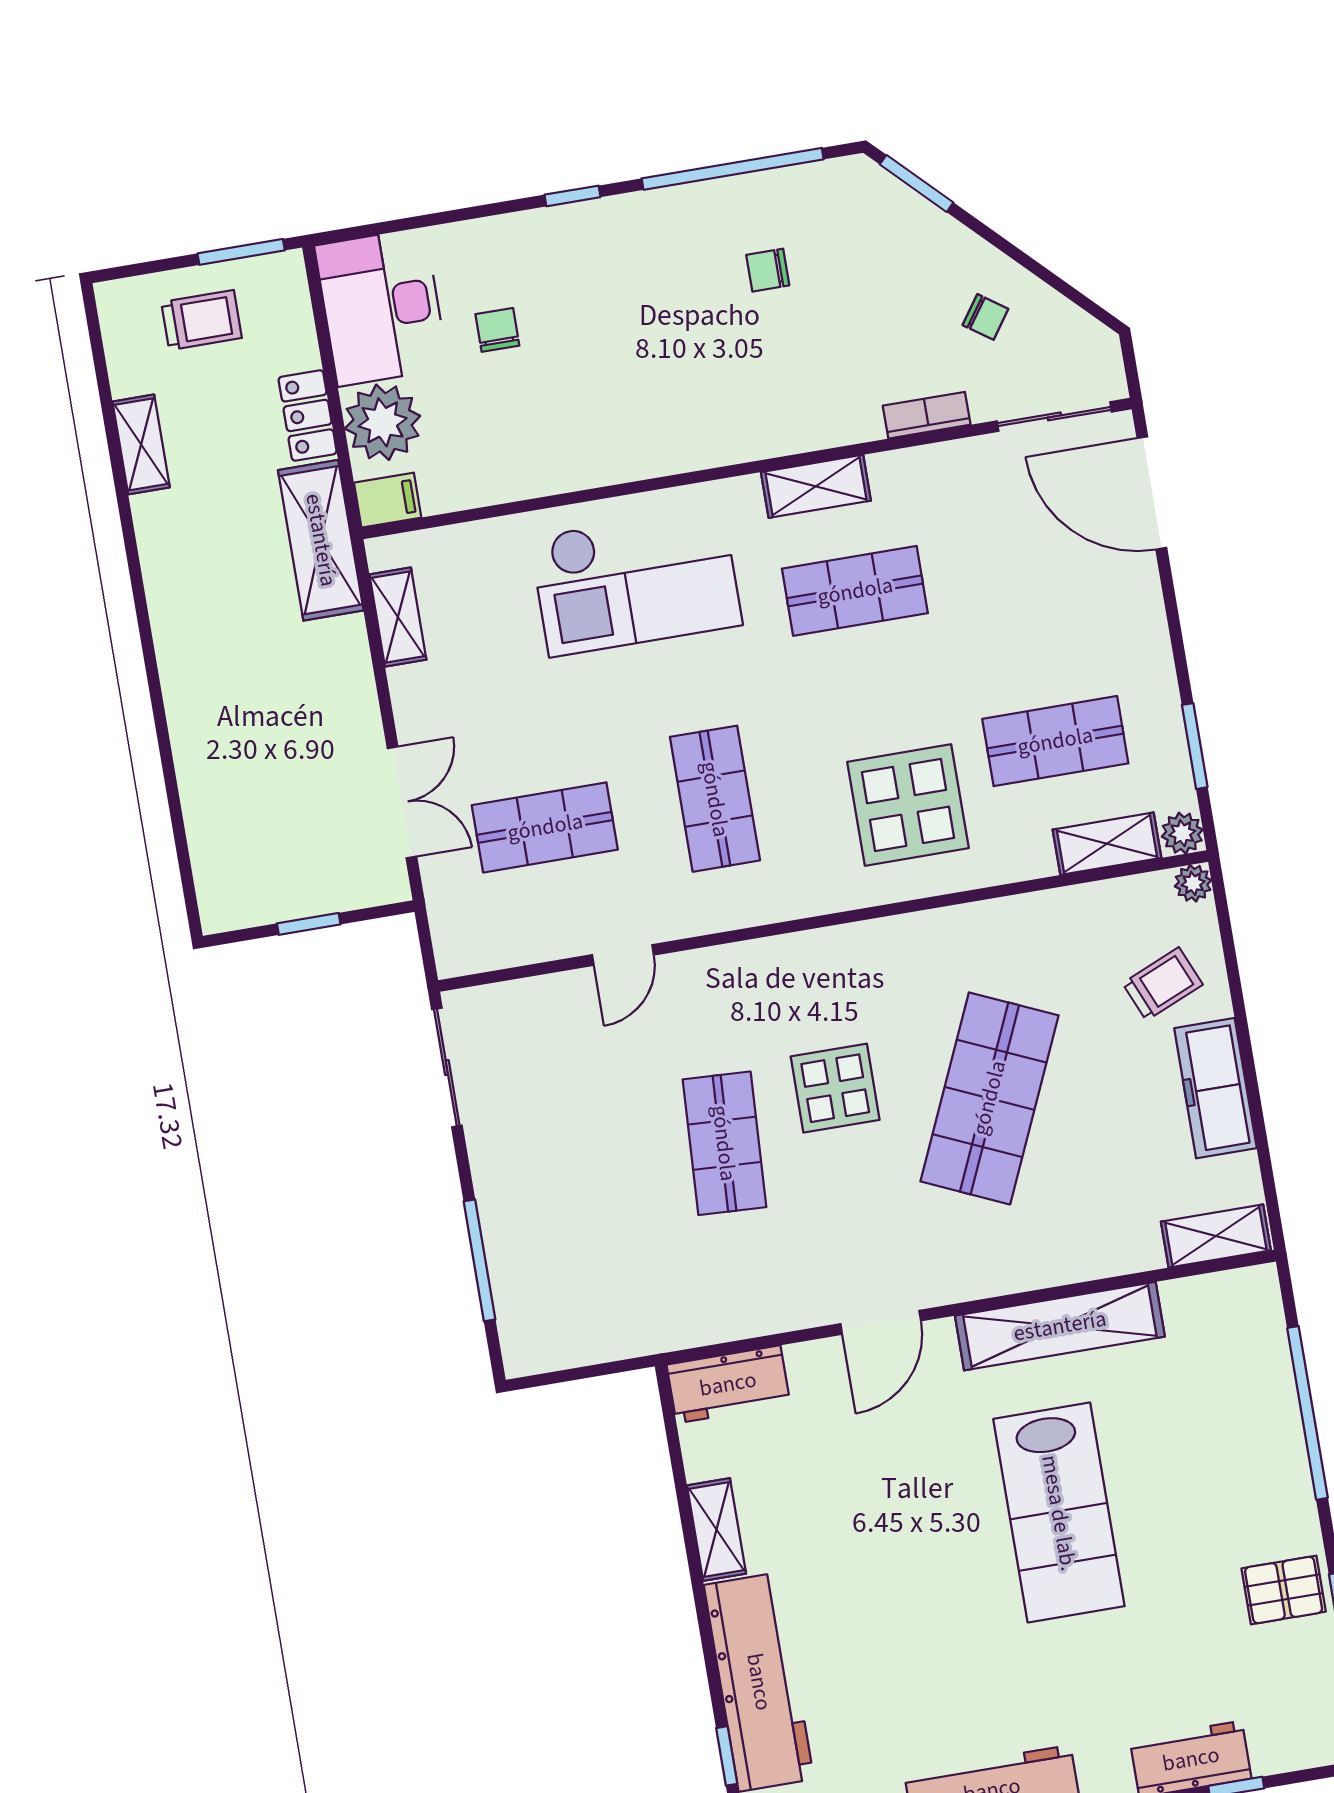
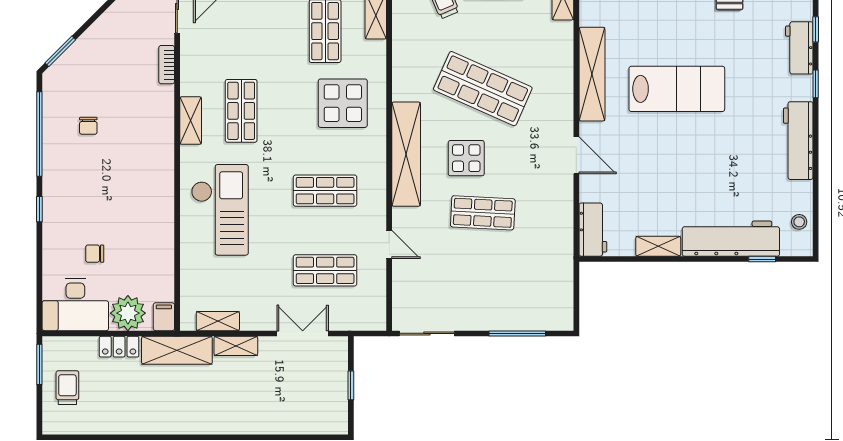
chair: (985, 317) -> (126, 30), removed
shelving: (141, 444) -> (236, 346), moved
shop shelf: (545, 827) -> (325, 270), turned 90
shelving: (822, 958) -> (406, 154), added

